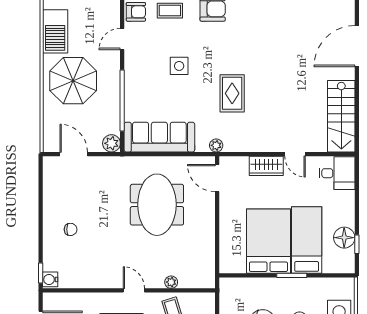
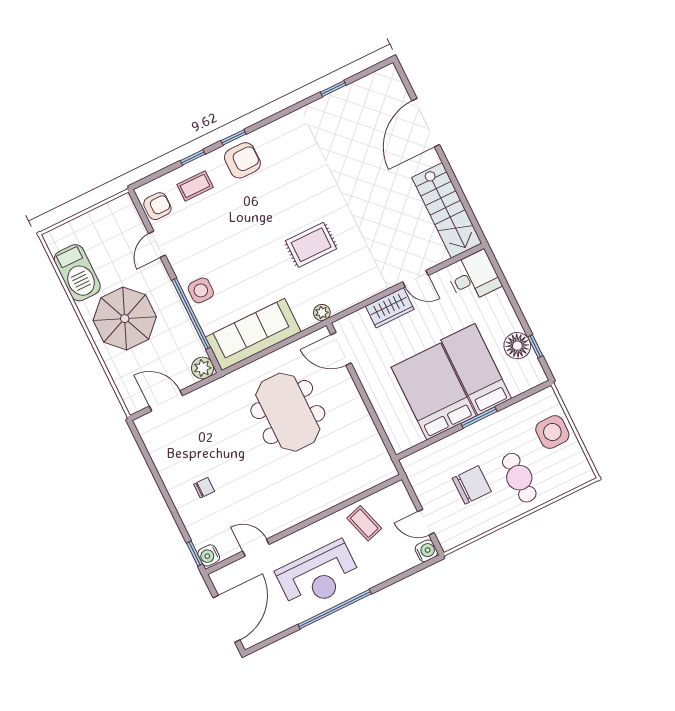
side table: (179, 66) -> (201, 290), moved
rug: (232, 93) -> (311, 245), turned 90
plant: (171, 282) -> (347, 492), removed
door: (134, 290) -> (256, 548), moved

